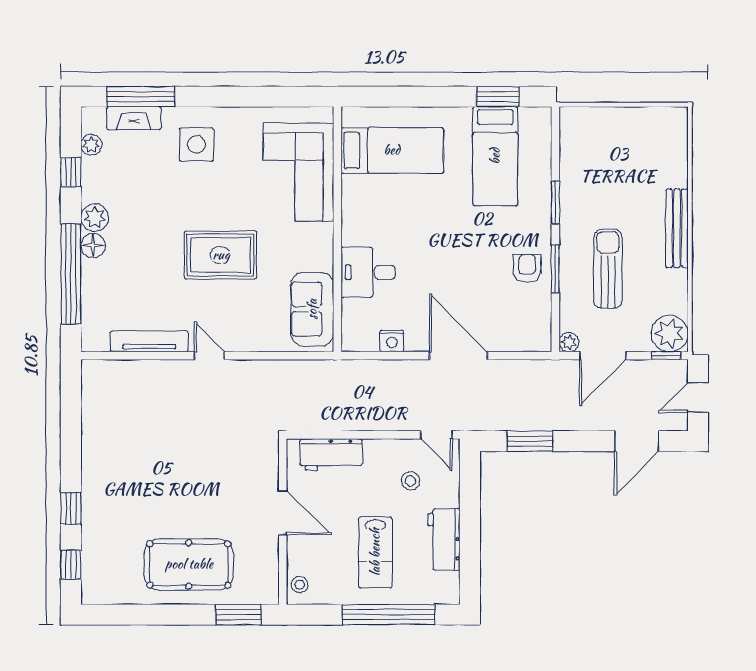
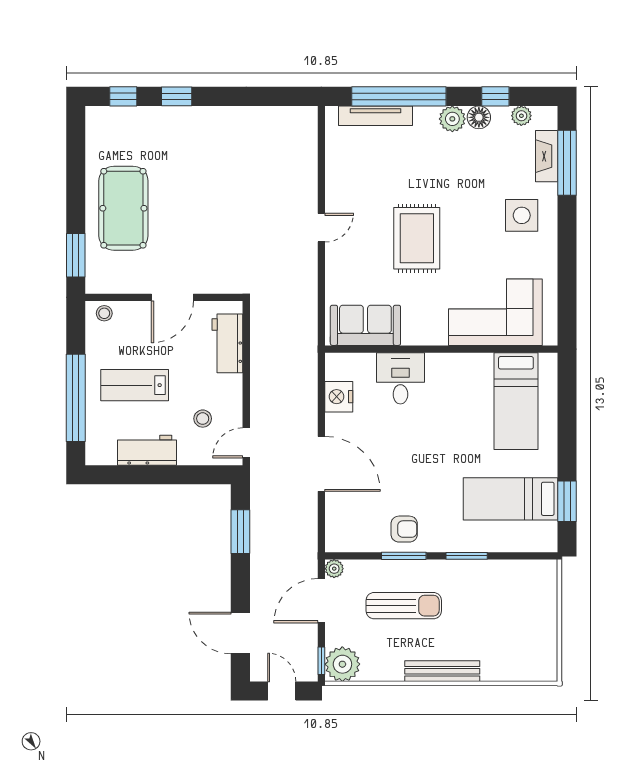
floor lamp: (93, 246) -> (479, 117), moved
tv unit: (149, 341) -> (376, 116), moved, turned 90
nightstand: (392, 341) -> (339, 397), width x1.36, depth x1.33
door: (458, 356) -> (321, 464), hinge flipped
door: (603, 356) -> (321, 601), hinge flipped

